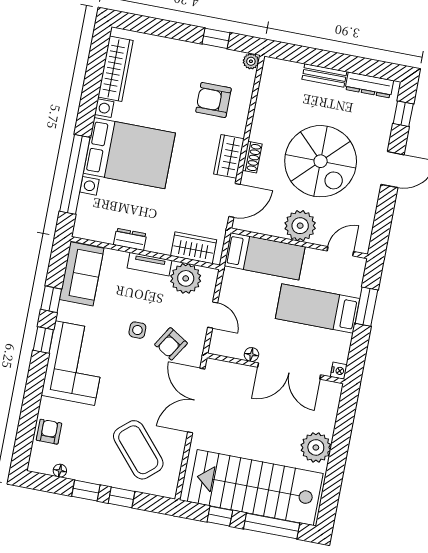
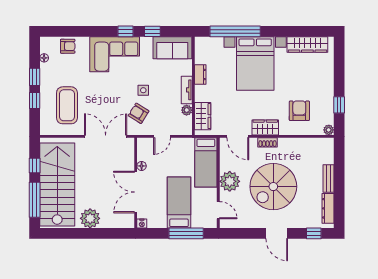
plant: (186, 278) -> (187, 110), width x0.53, depth x0.53
window: (366, 307) -> (186, 233), width x1.44
coffee table: (138, 450) -> (67, 105), turned -49

